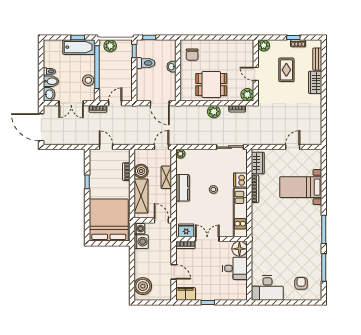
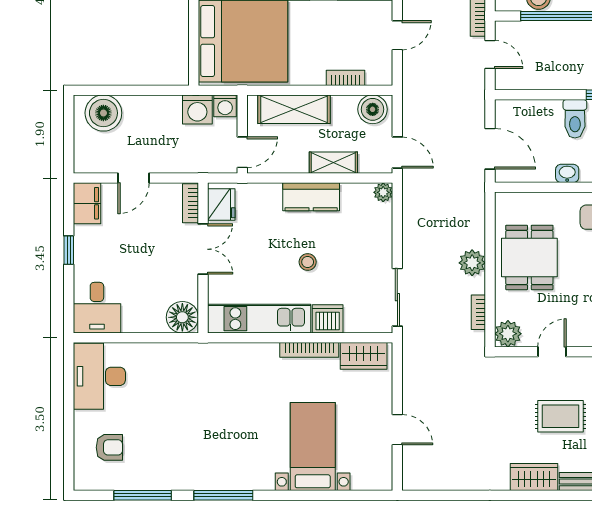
door: (160, 103) -> (490, 149), swing flipped
boiler: (141, 171) -> (373, 109), moved
desk: (235, 268) -> (97, 308), moved

